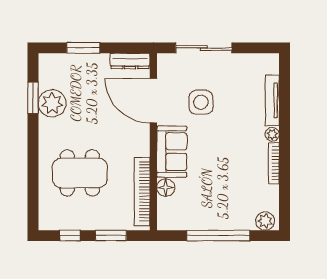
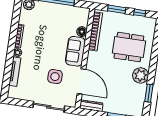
plant: (52, 103) -> (141, 75), moved

